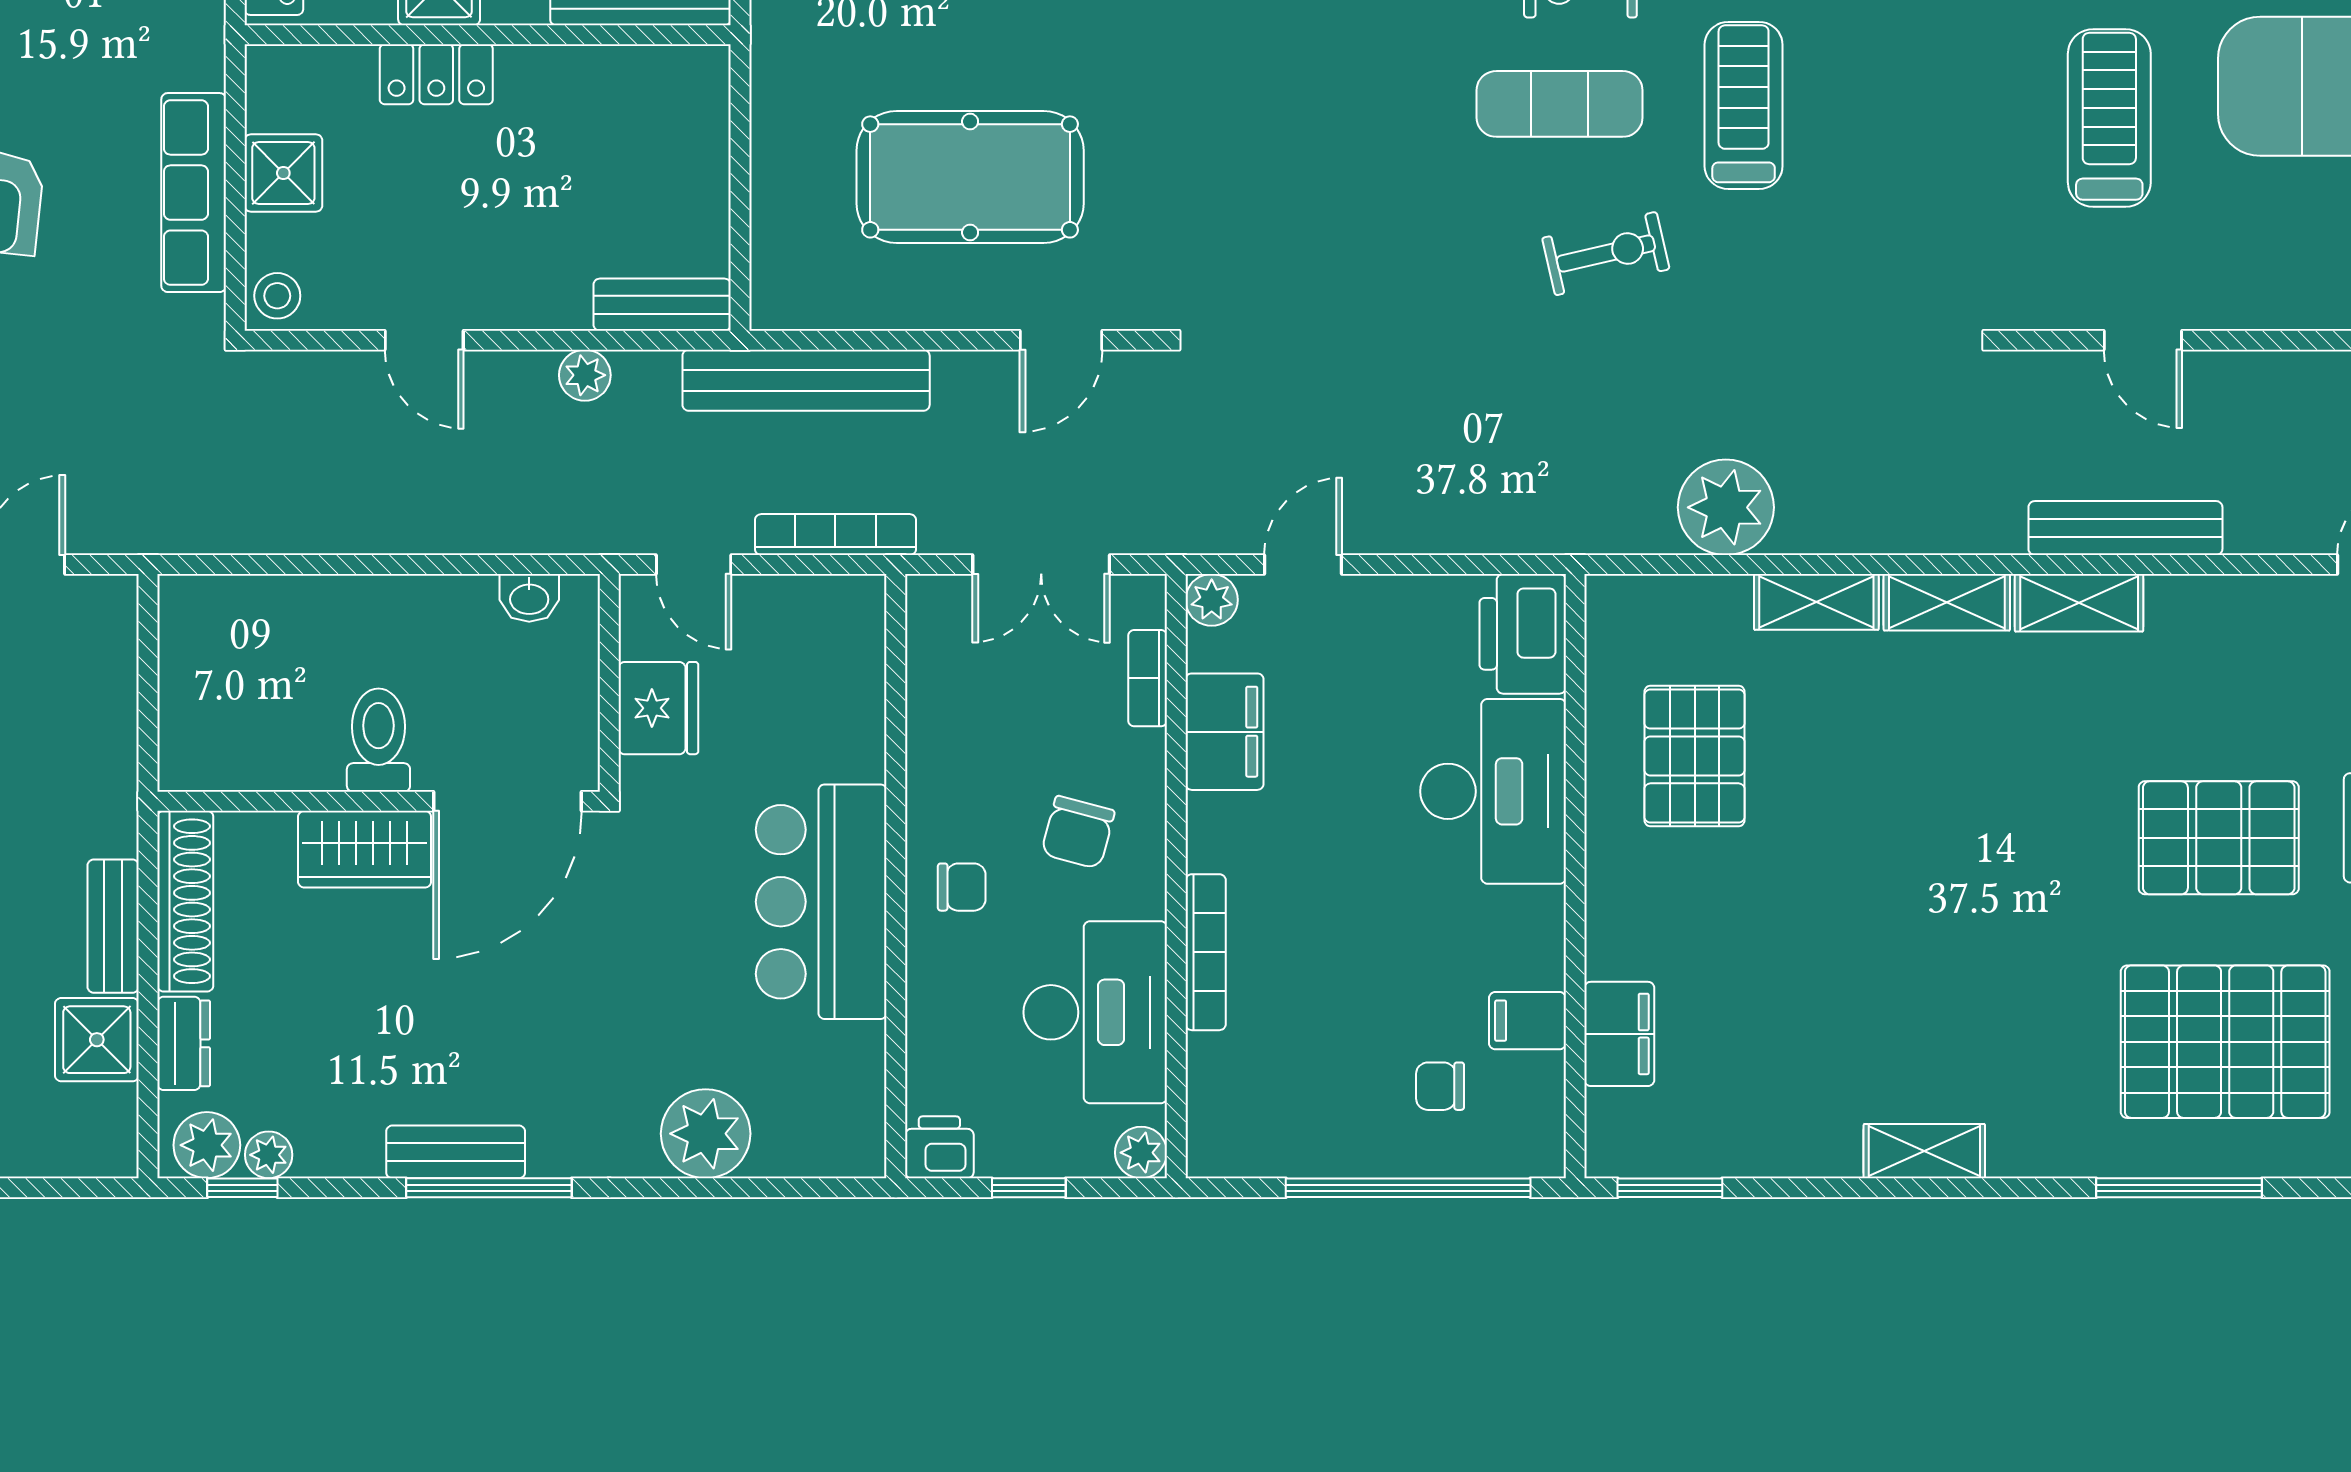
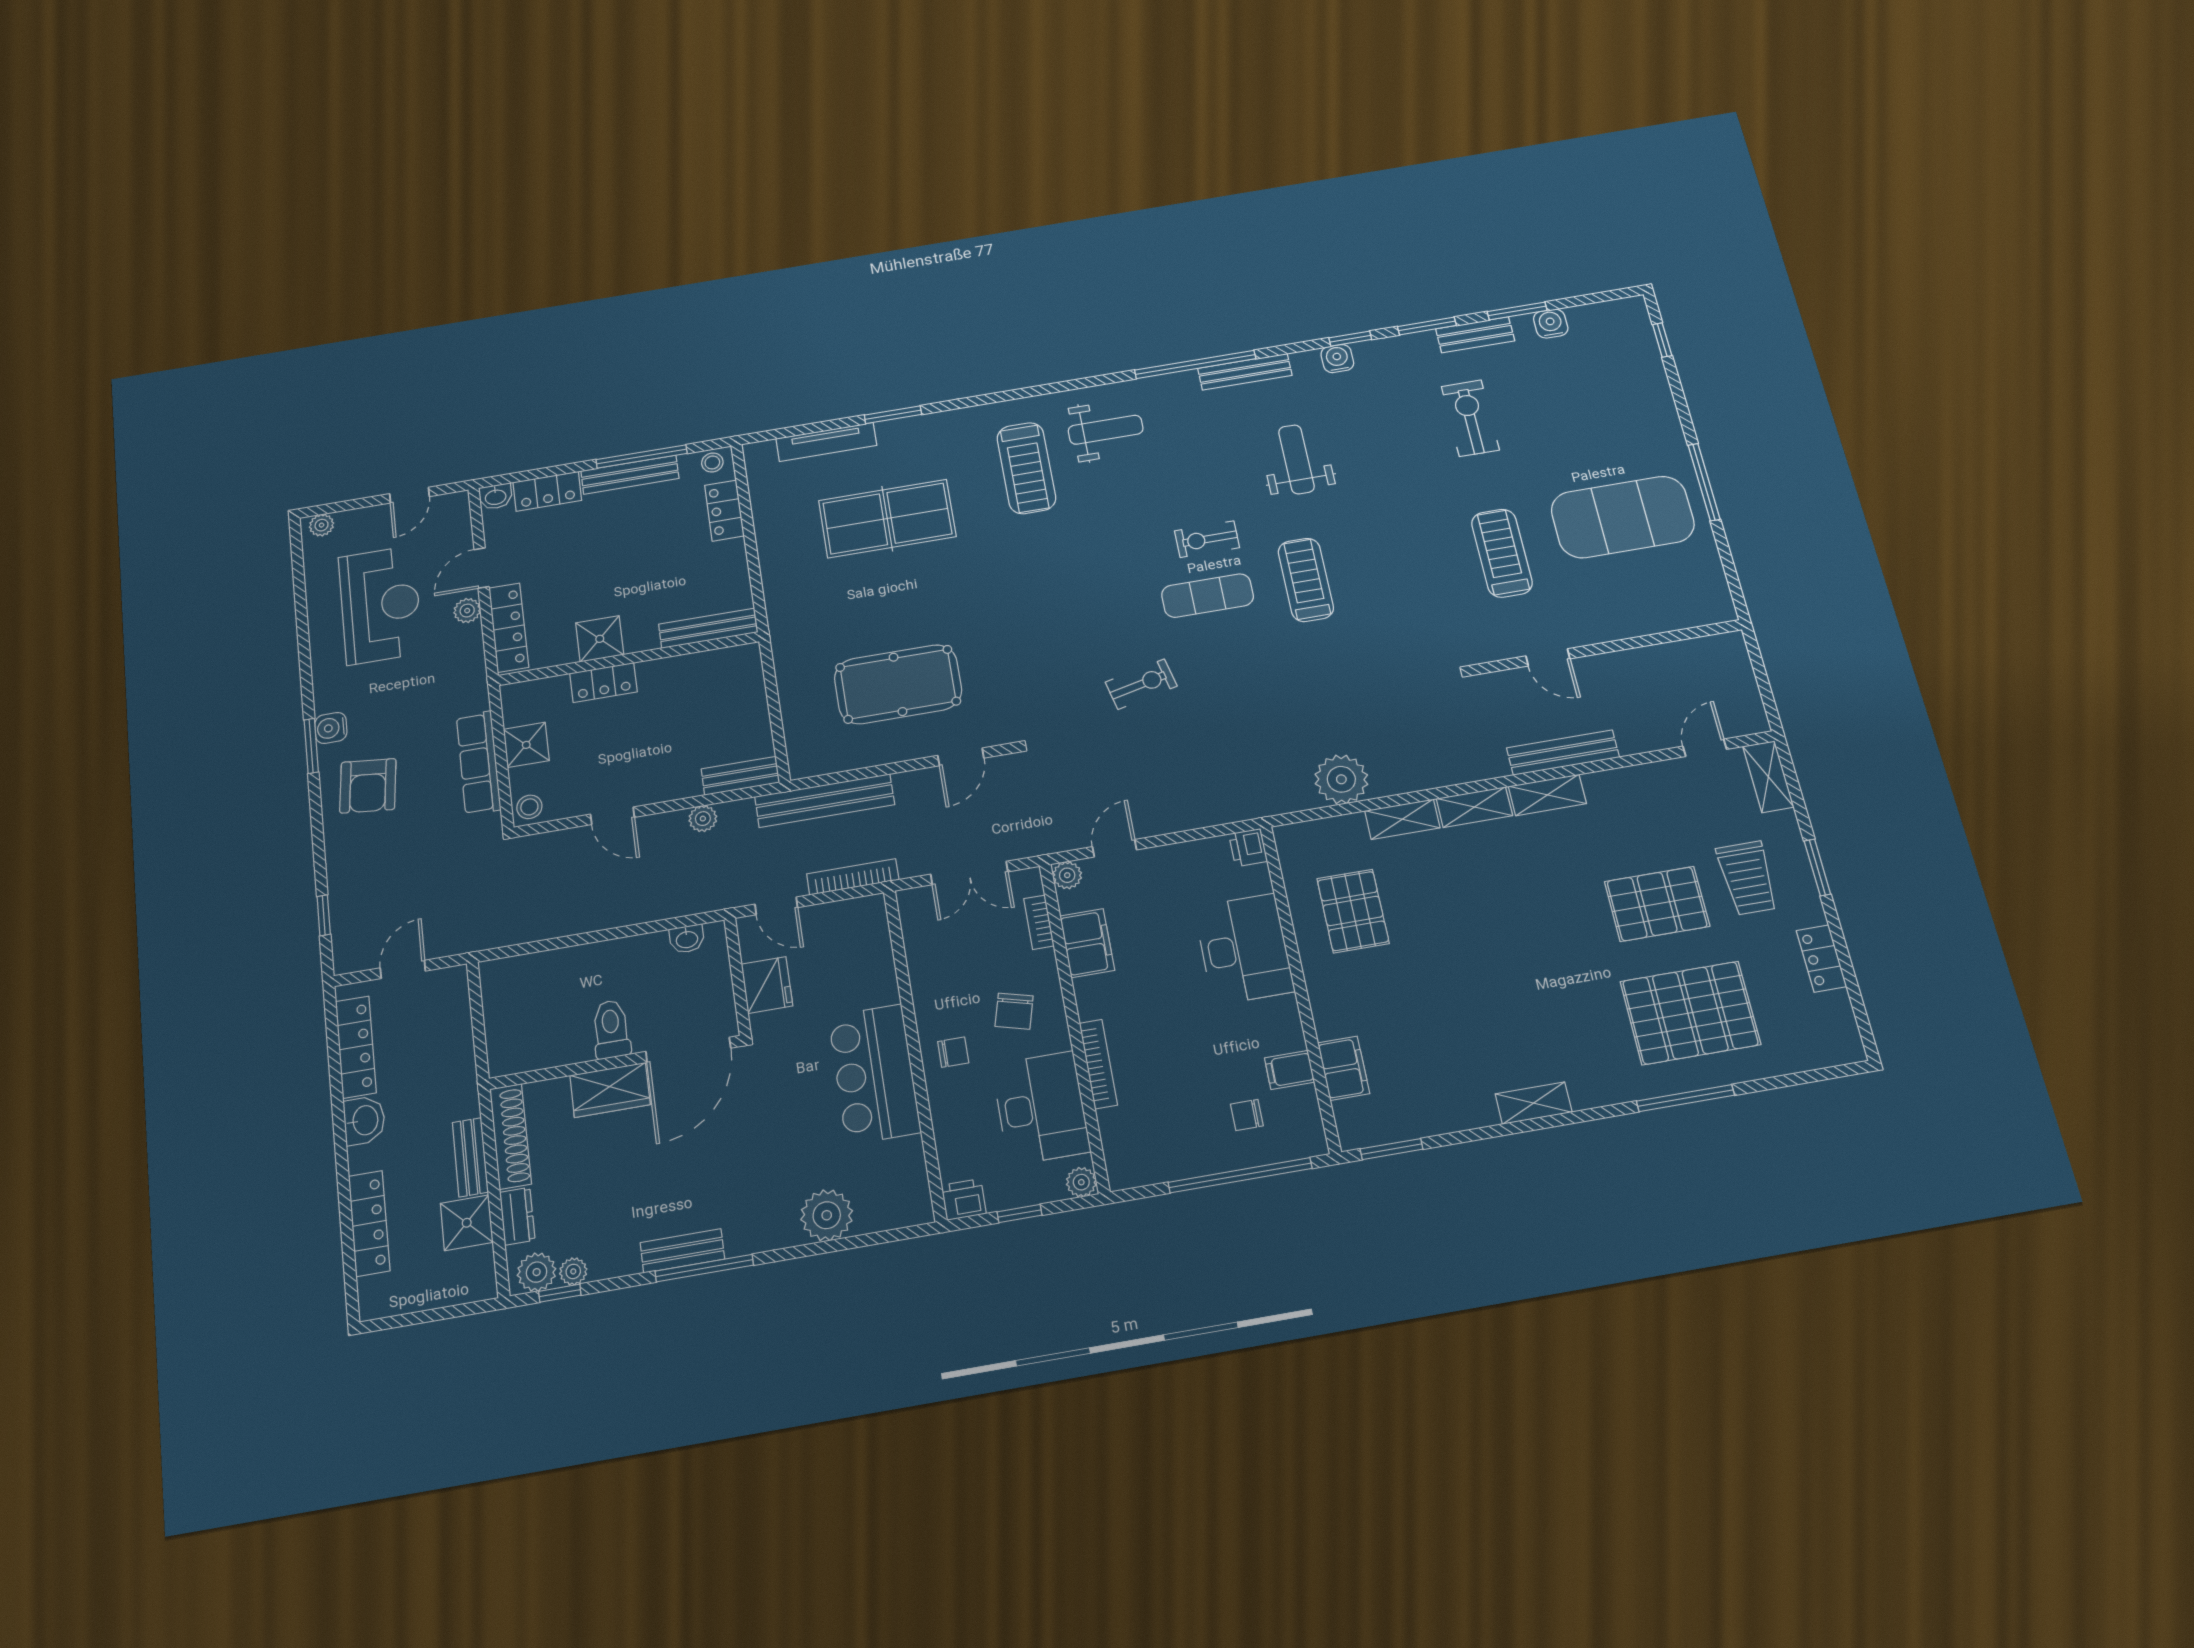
exercise bike: (1606, 254) -> (1141, 684), moved
printer: (1523, 634) -> (1248, 848), width x0.53, depth x0.68

